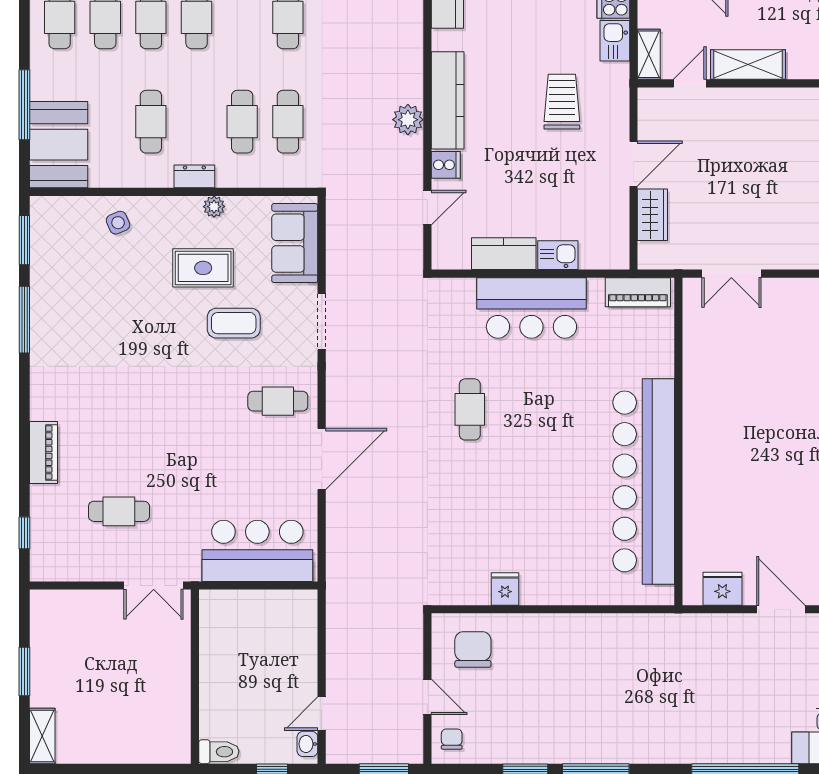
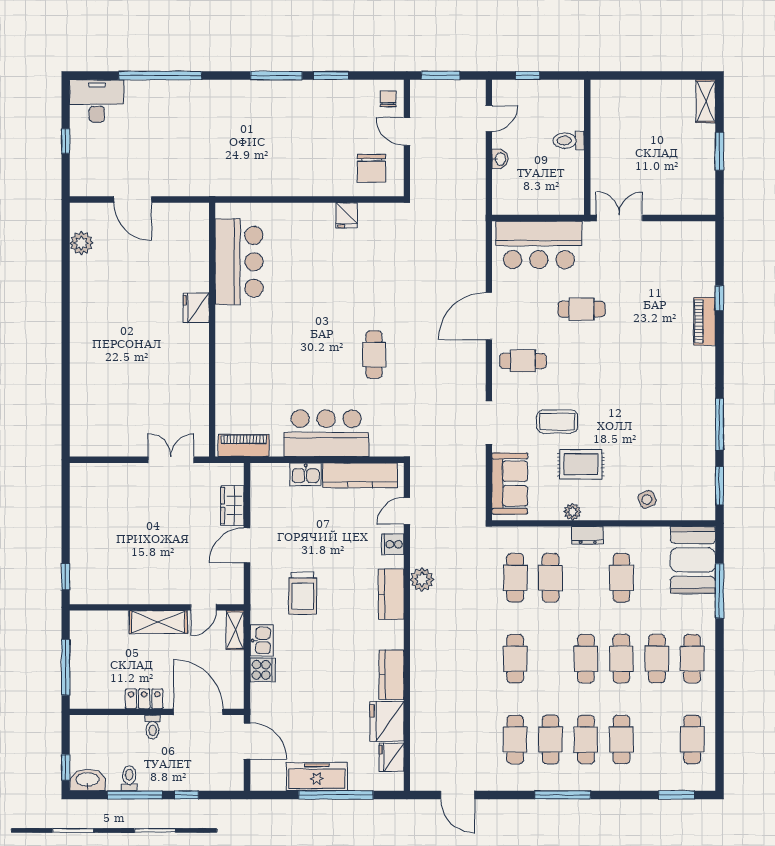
kitchen counter: (448, 100) -> (391, 594), width x0.67
kitchen counter: (504, 254) -> (360, 475), width x1.50
bar counter: (644, 481) -> (239, 262), width x0.54
cafe table: (119, 511) -> (581, 309), moved
window: (24, 533) -> (719, 298), moved
fridge: (722, 589) -> (196, 308), moved, turned 90
chair: (452, 739) -> (388, 99), turned 180
washbasin: (307, 744) -> (500, 159), moved
toilet: (219, 752) -> (569, 141), moved

